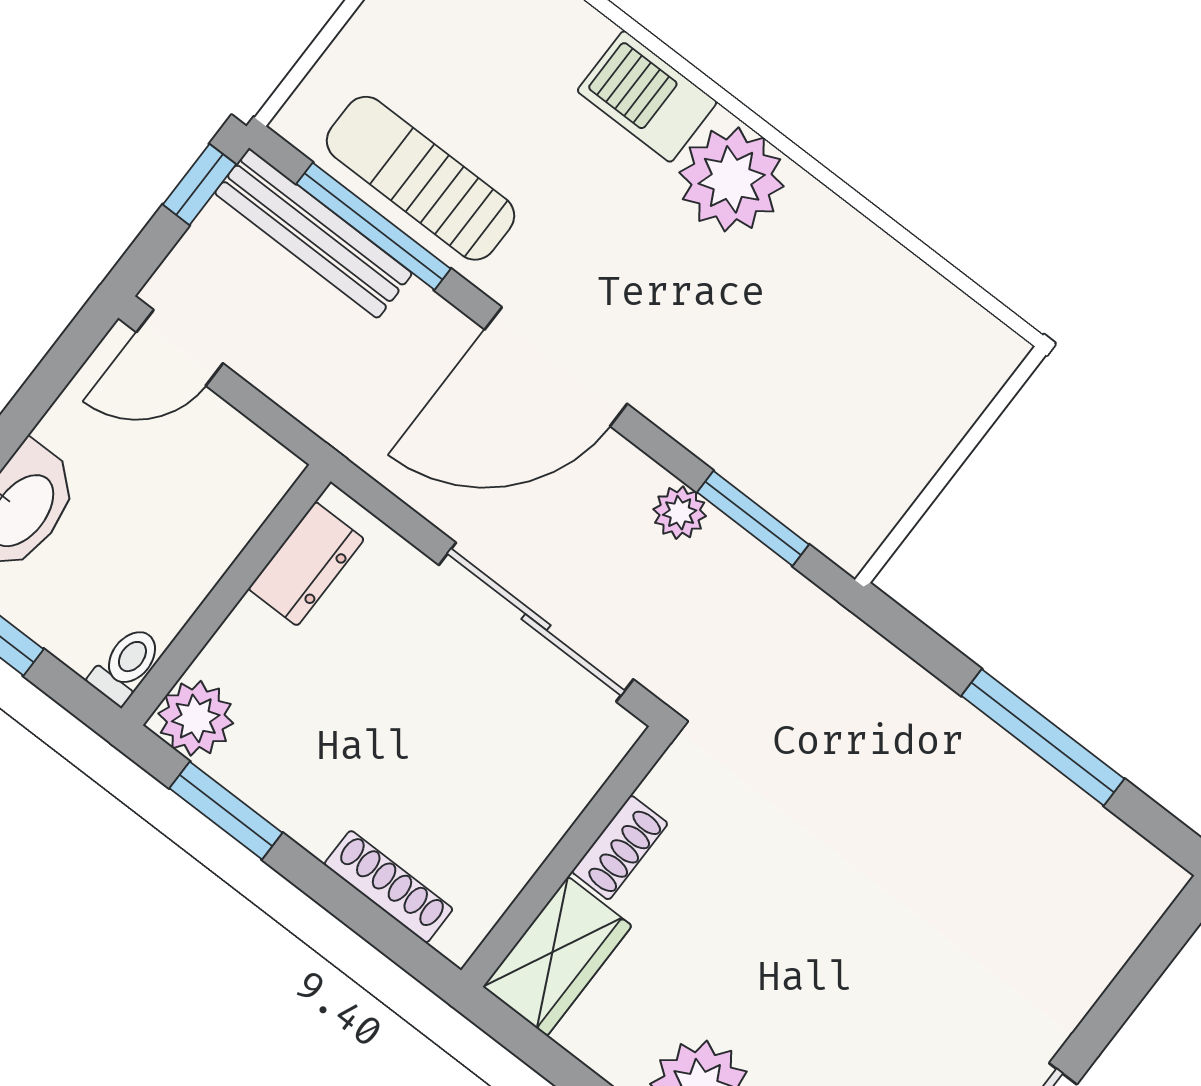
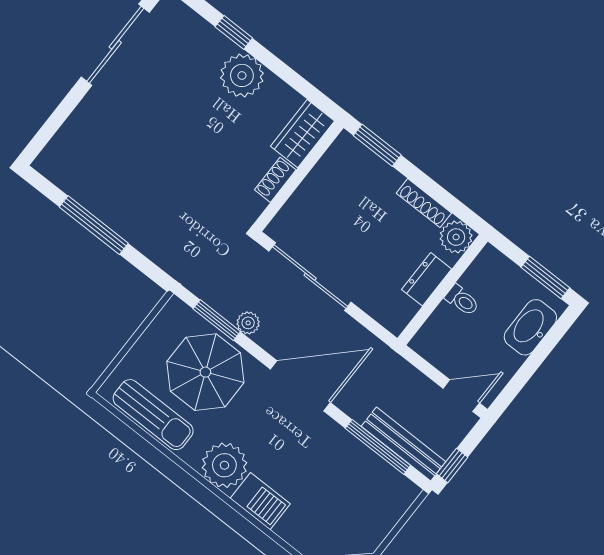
sun lounger: (420, 178) -> (153, 415), moved
parasol: (778, 397) -> (205, 372), added
dresser: (306, 564) -> (427, 279), moved
toilet: (126, 665) -> (462, 300), moved, turned -90
window: (226, 811) -> (377, 145), moved
shoe rack: (388, 887) -> (424, 203), moved

